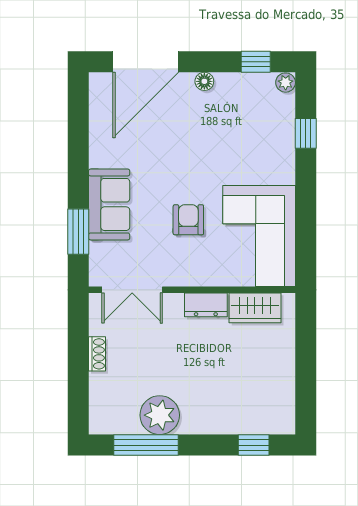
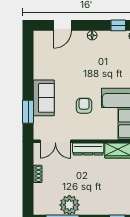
door: (146, 62) -> (62, 25), width x0.53
dresser: (206, 305) -> (88, 149), width x1.44

